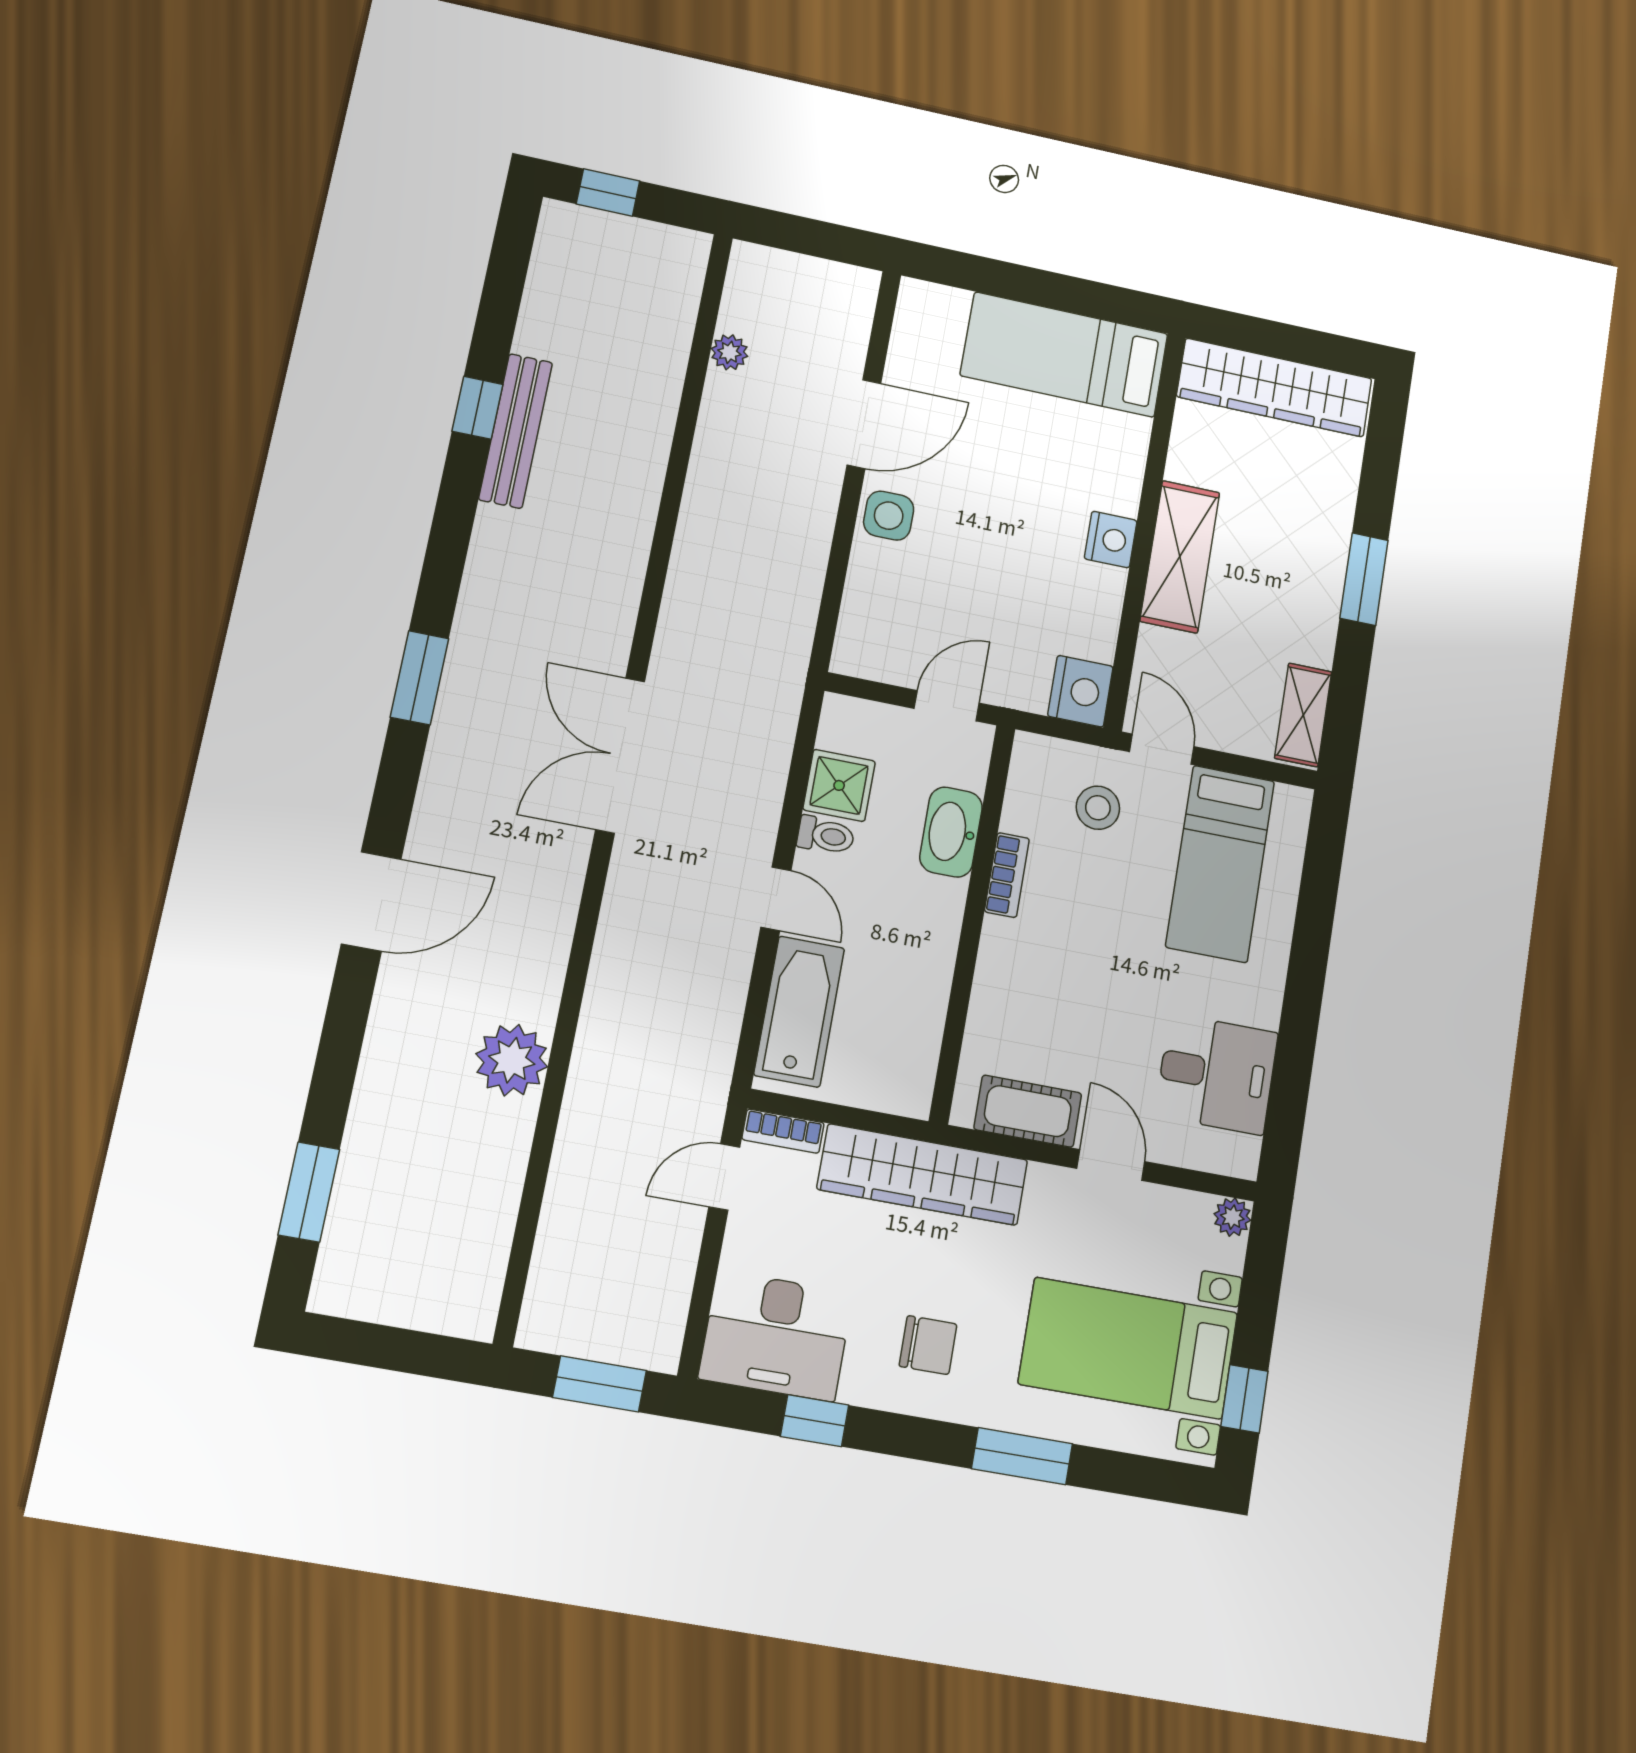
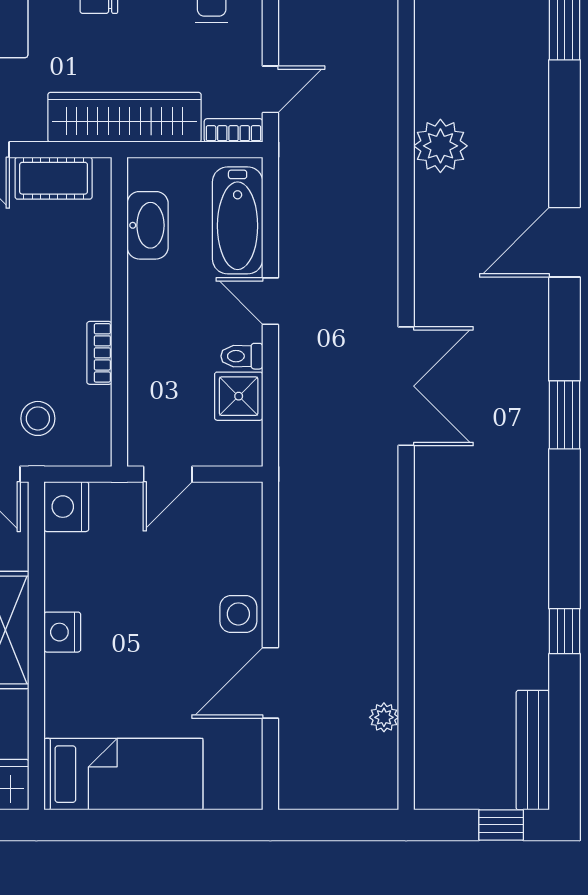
bench: (516, 431) -> (533, 750), moved
washbasin: (951, 832) -> (148, 225), moved

